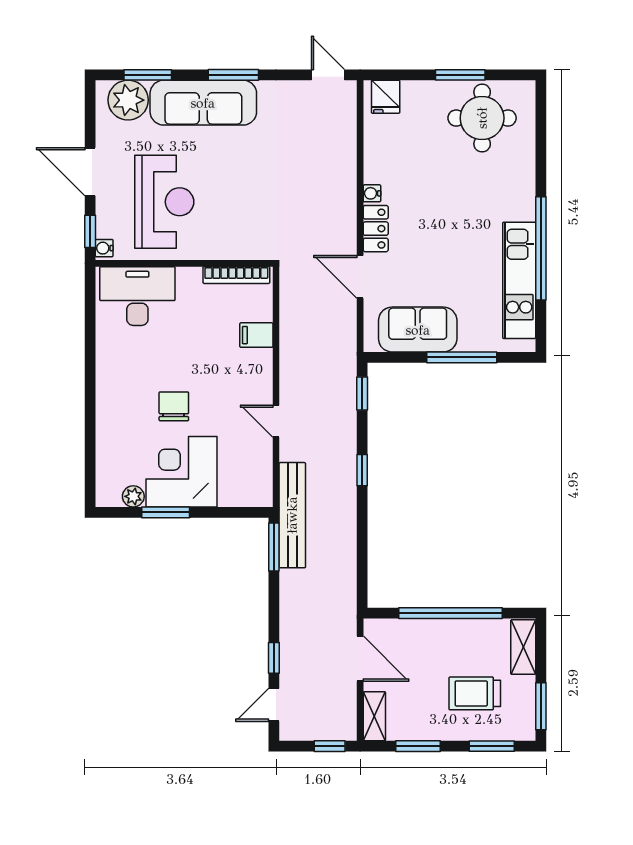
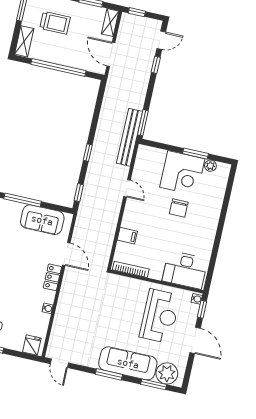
water cooler: (372, 193) -> (48, 308), moved
reception desk: (164, 202) -> (160, 316), turned 180

